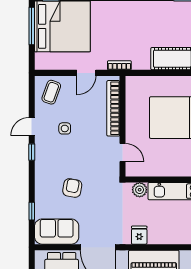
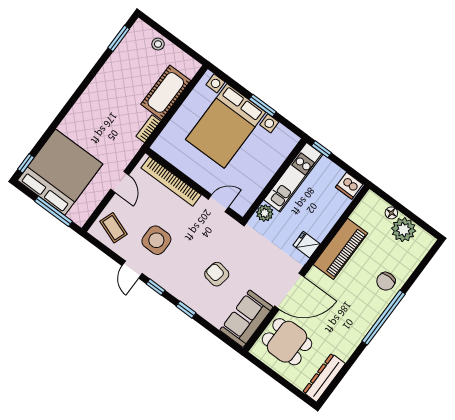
window: (32, 26) -> (53, 211), moved
bookcase: (119, 65) -> (148, 129), moved
side table: (65, 128) -> (156, 240), width x1.87, depth x1.87
window: (32, 211) -> (186, 310), moved

